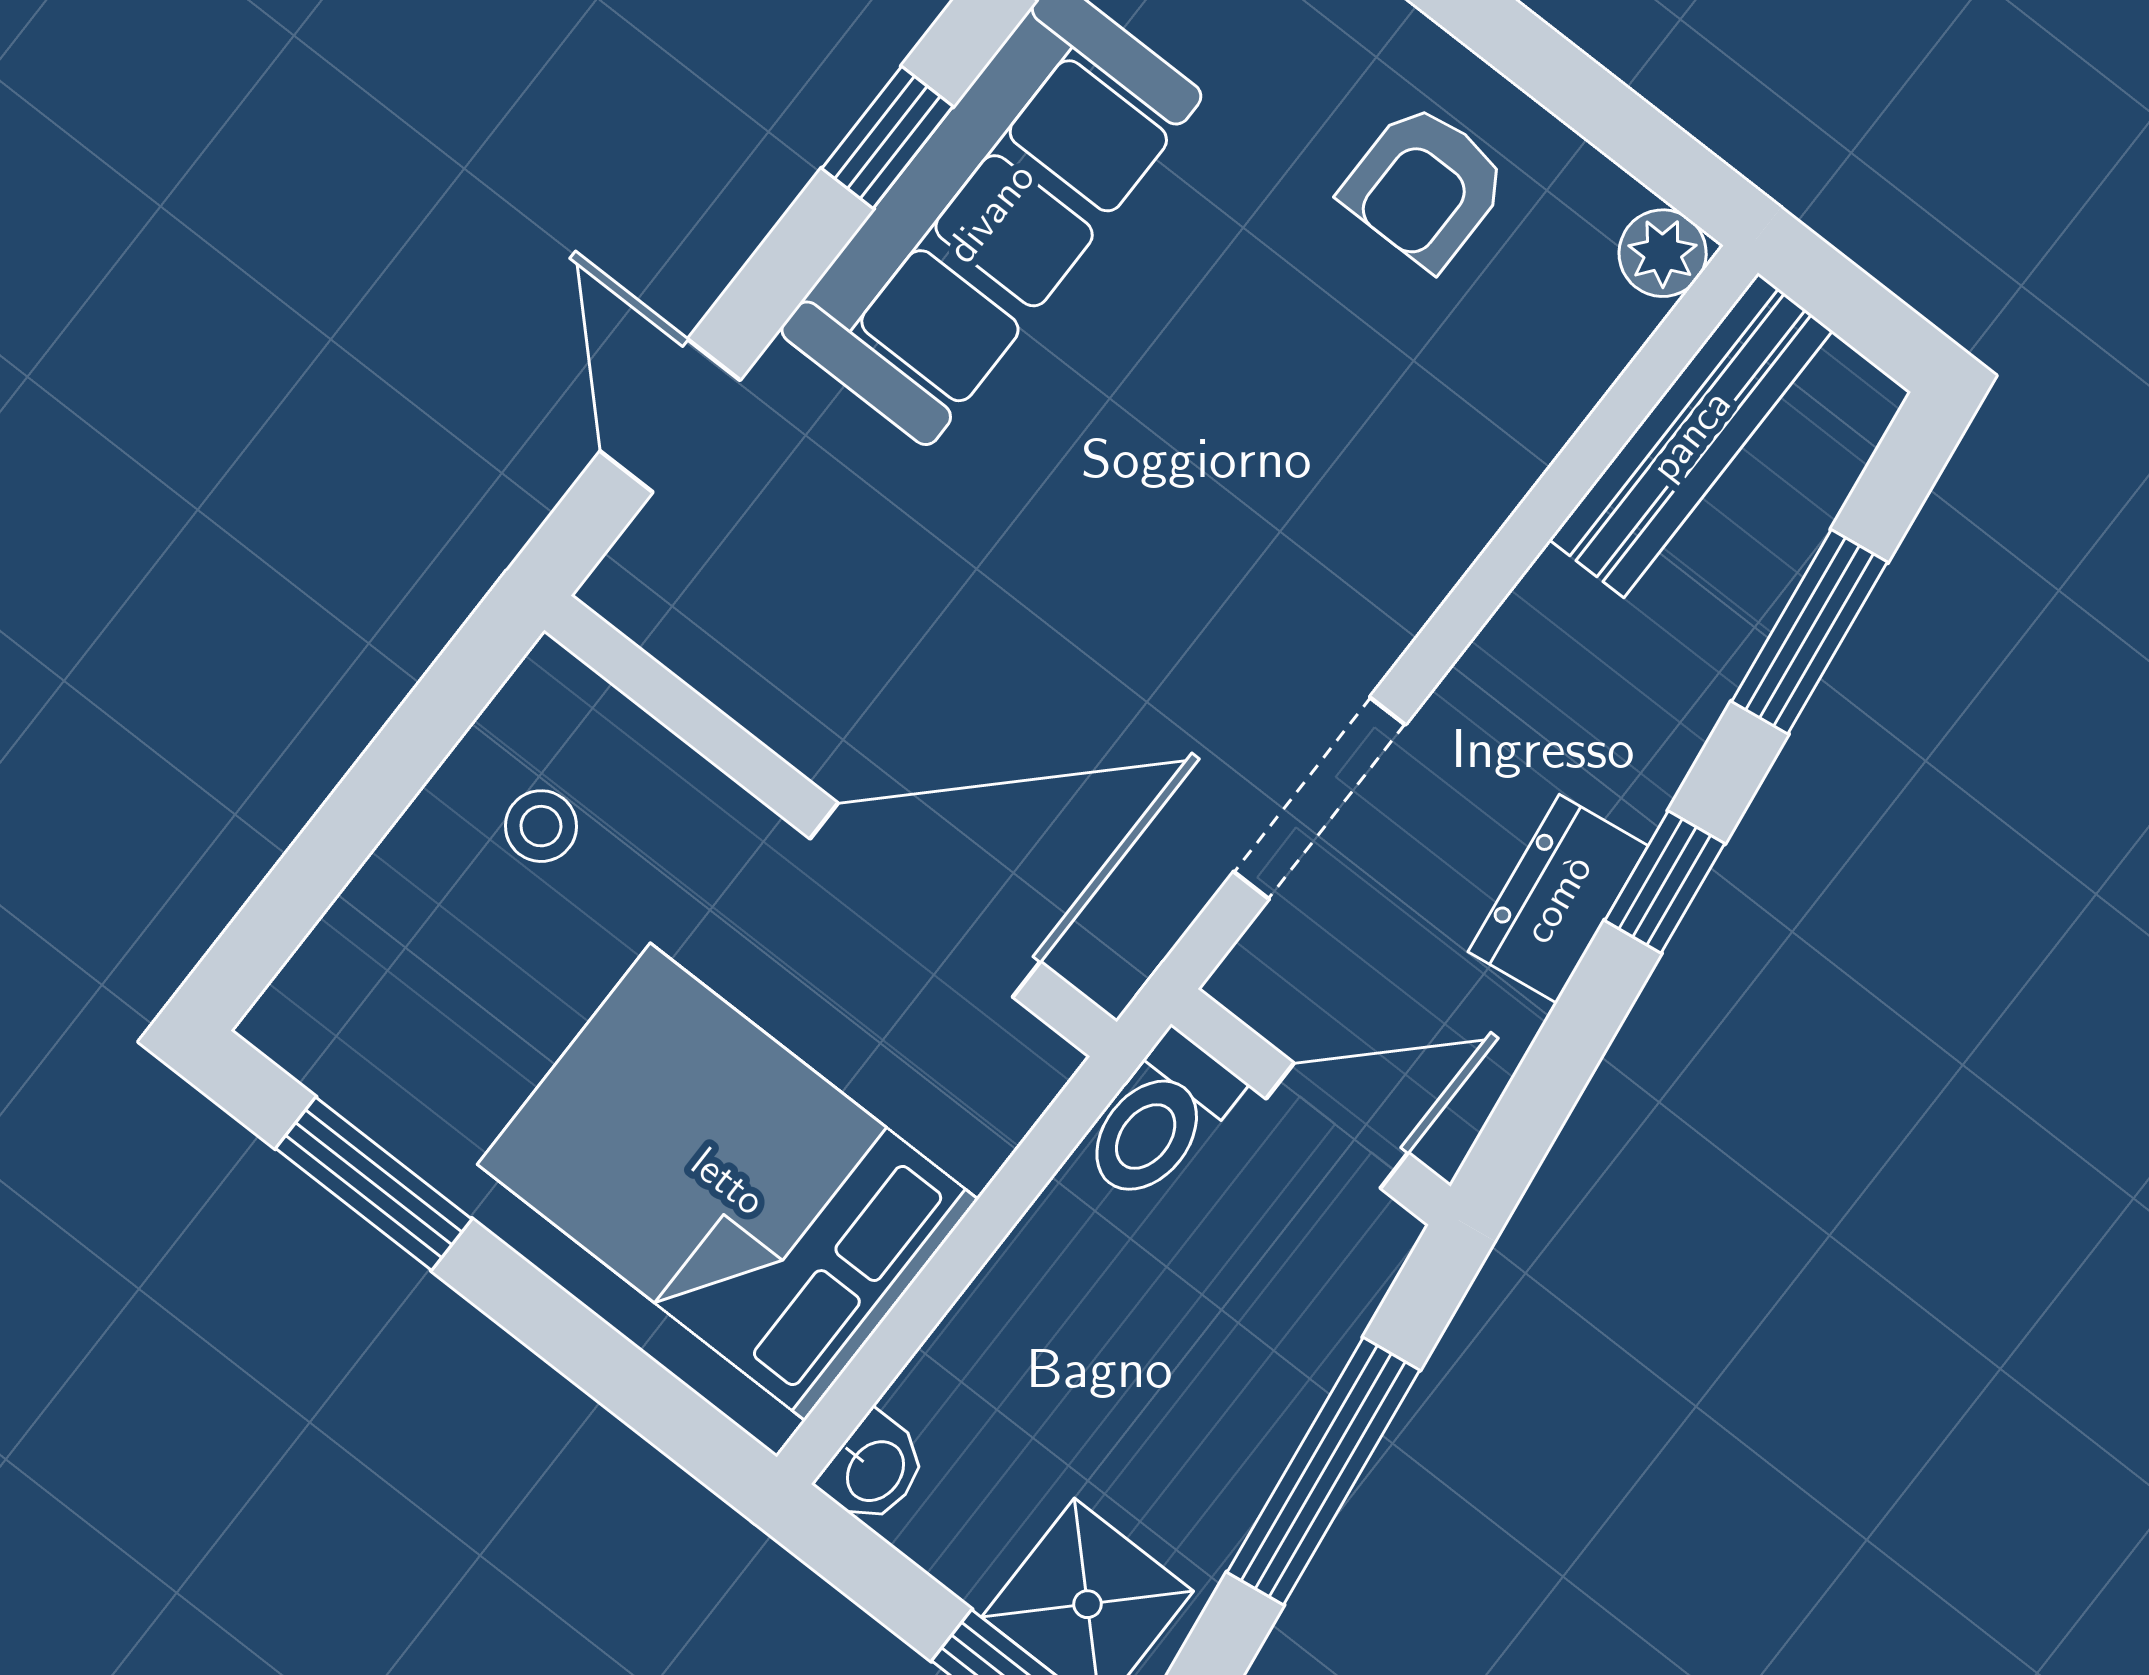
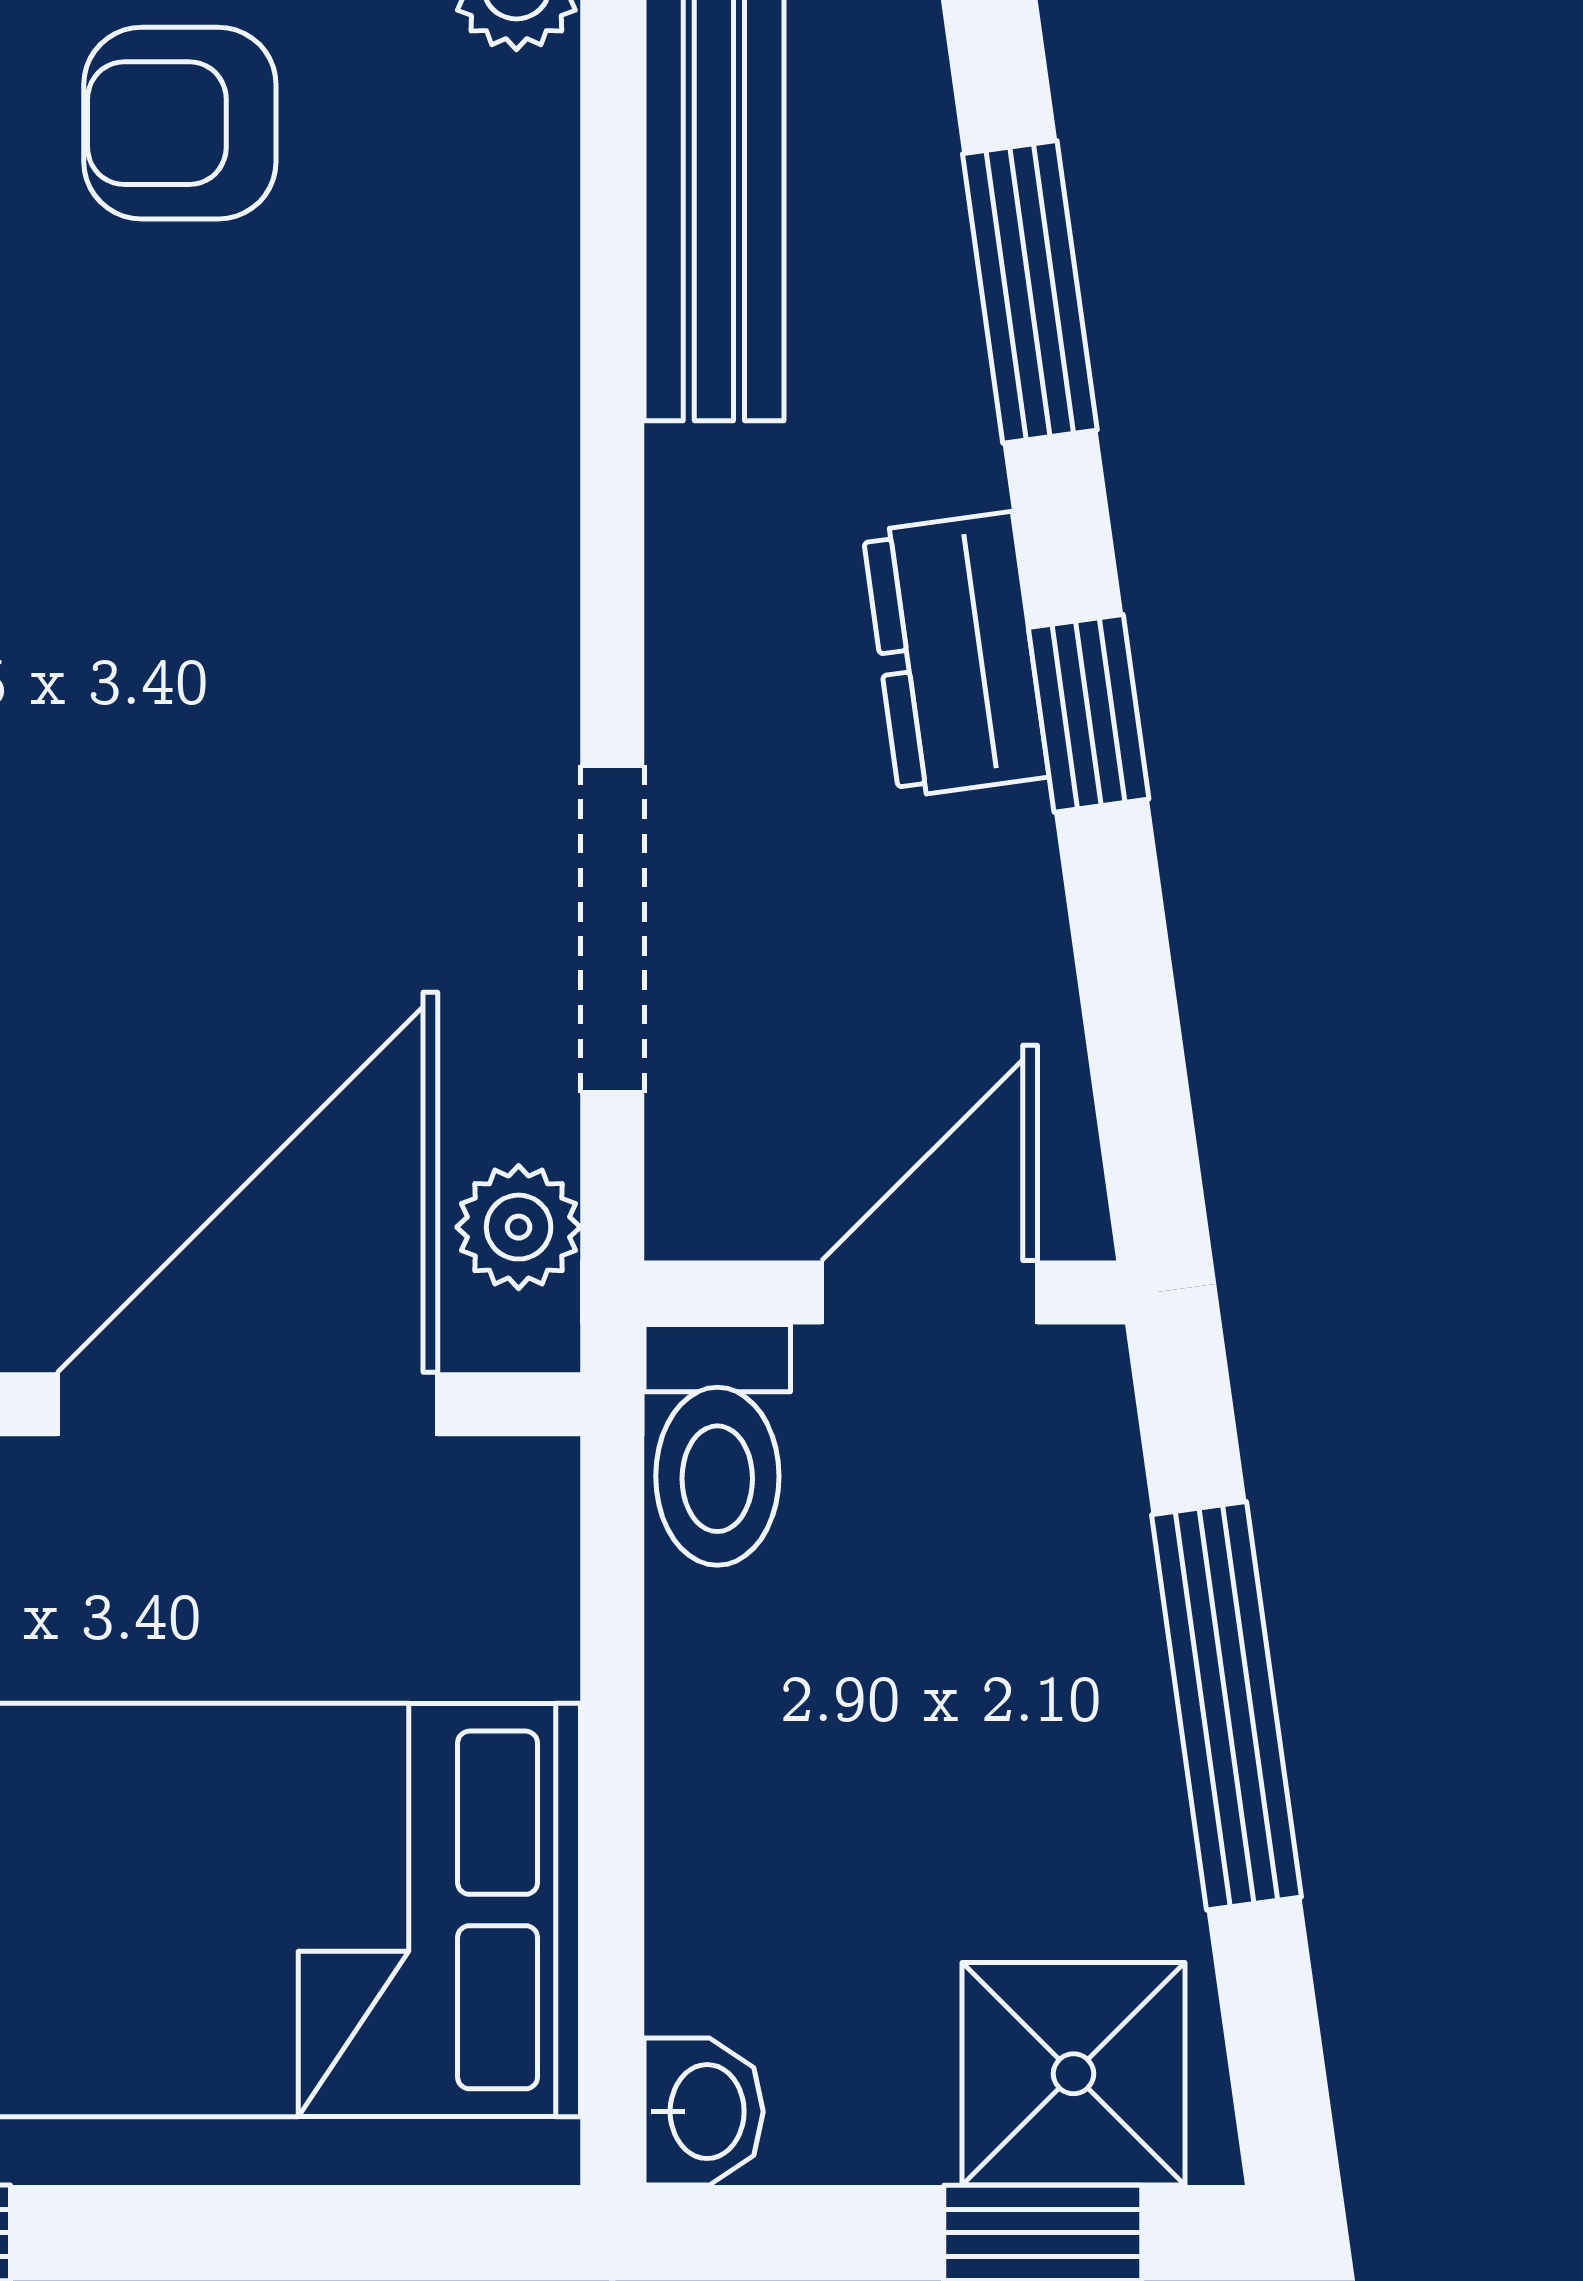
armchair: (1425, 186) -> (180, 123), turned 90
dresser: (1558, 899) -> (956, 654), moved
plant: (1145, 919) -> (519, 1227), added

